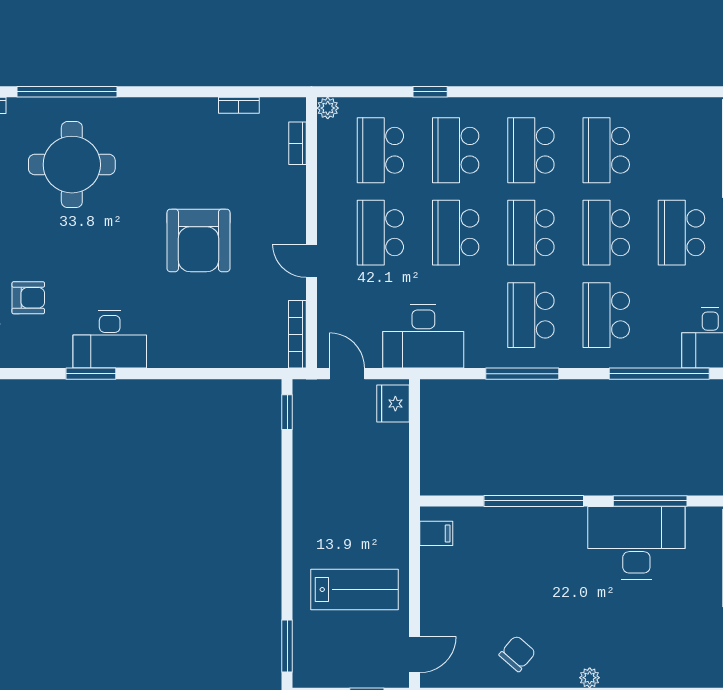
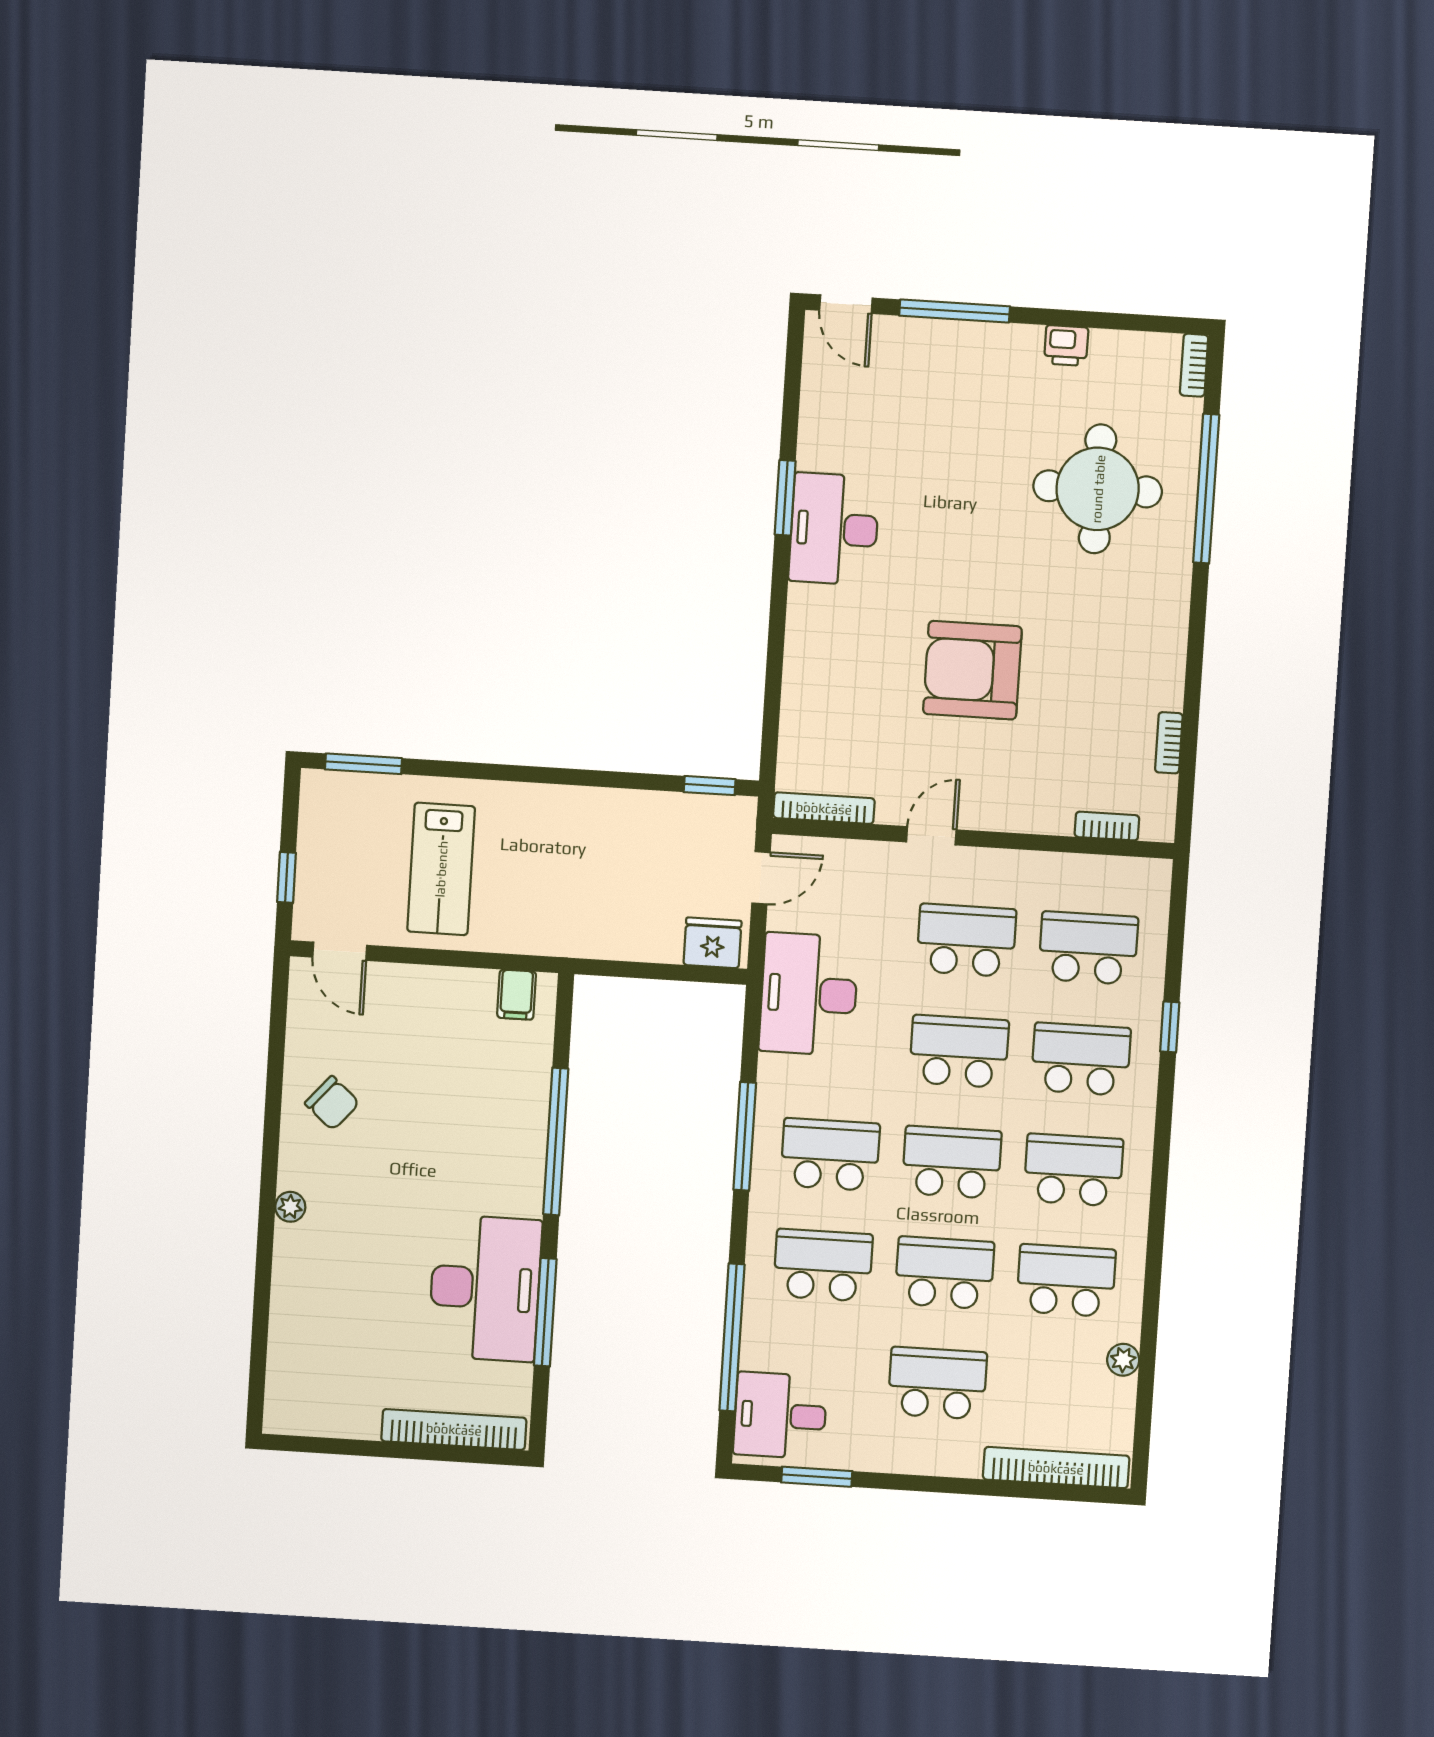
plant: (328, 108) -> (1123, 1360), moved
armchair: (28, 298) -> (904, 411), removed

